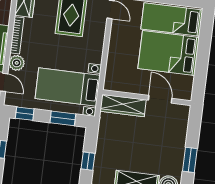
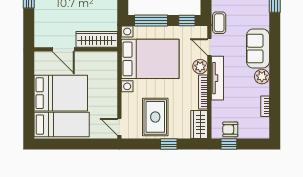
bed with nightstands: (68, 87) -> (150, 59), width x1.36
window: (63, 118) -> (151, 20), width x1.44

